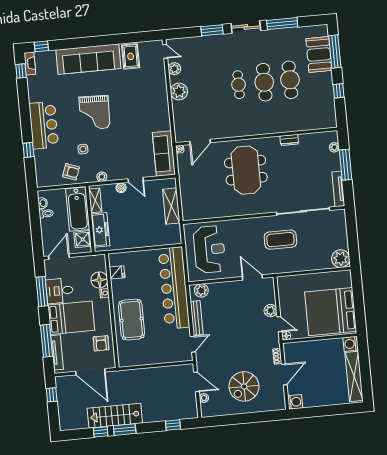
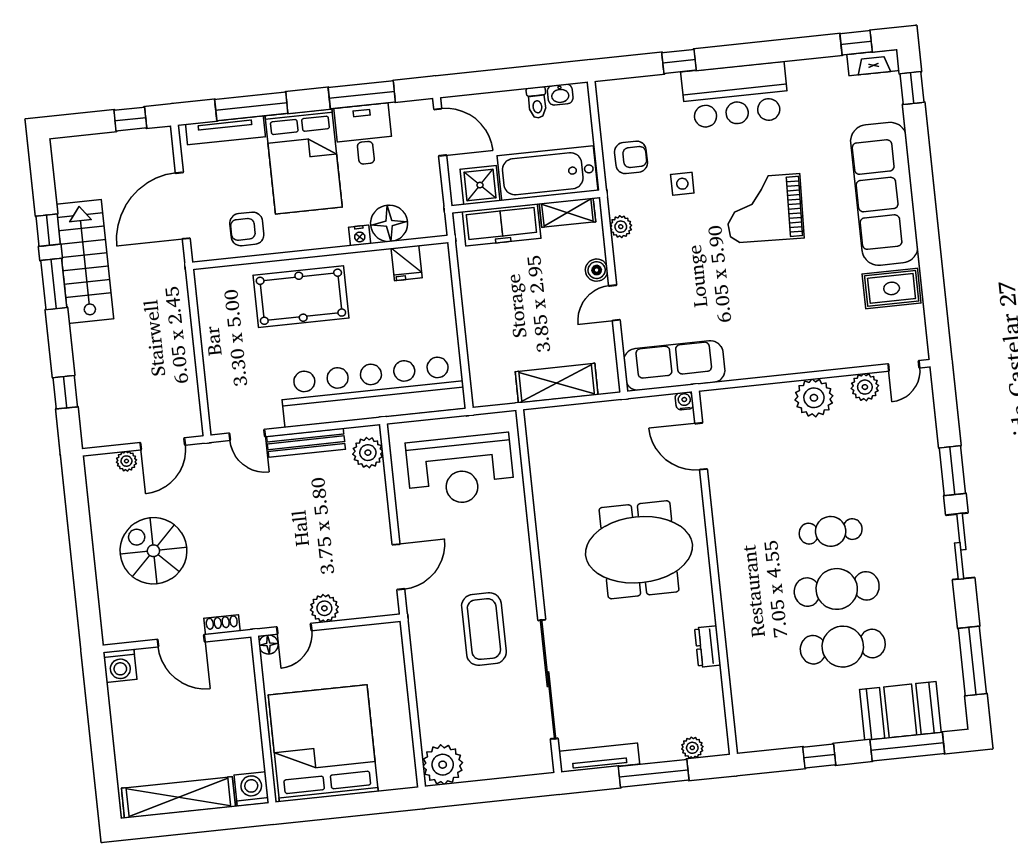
window: (282, 24) -> (972, 661), moved
armchair: (71, 172) -> (631, 157), turned -110

